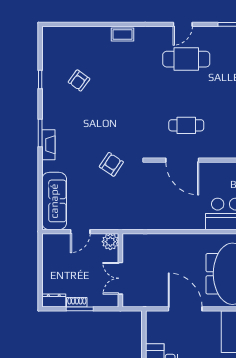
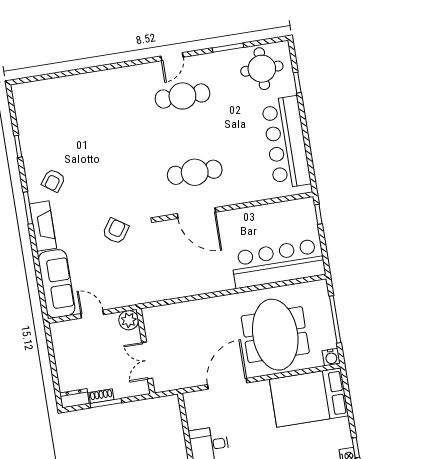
coffee table: (122, 35) -> (104, 79), removed
armchair: (79, 80) -> (53, 180), moved
cafe table: (186, 125) -> (195, 172), width x1.37, depth x1.35
fireplace: (48, 145) -> (43, 226), width x1.37, depth x1.32
door: (80, 232) -> (92, 314), swing flipped
door: (185, 309) -> (227, 384), hinge flipped

